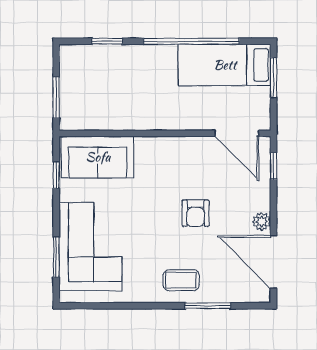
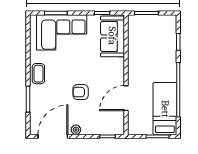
door: (237, 133) -> (126, 98), moved
coffee table: (181, 280) -> (38, 74), moved

